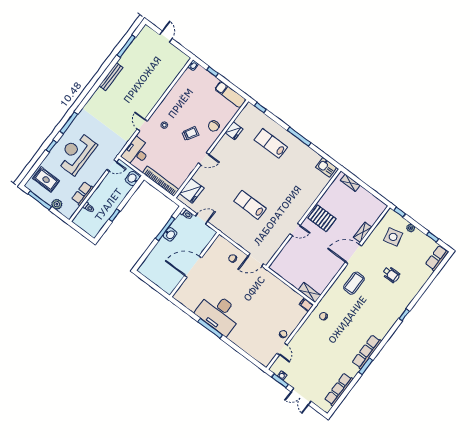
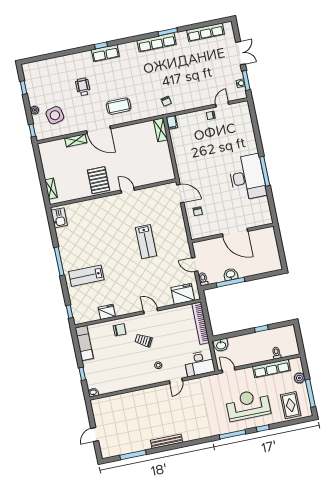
lab bench: (271, 143) -> (86, 276), turned 90
reception desk: (76, 153) -> (248, 405), turned 180
row of seats: (82, 193) -> (271, 369), width x1.48
row of seats: (437, 258) -> (105, 53), moved

